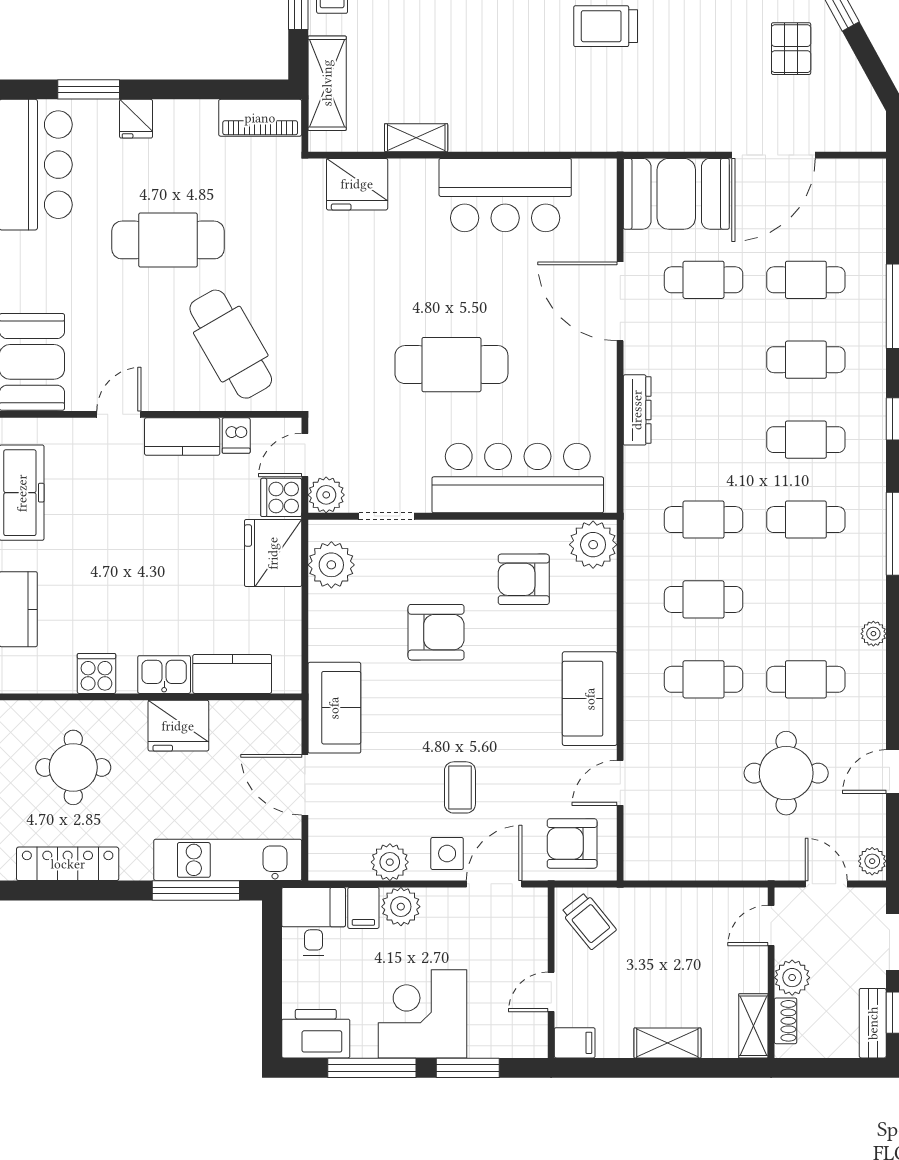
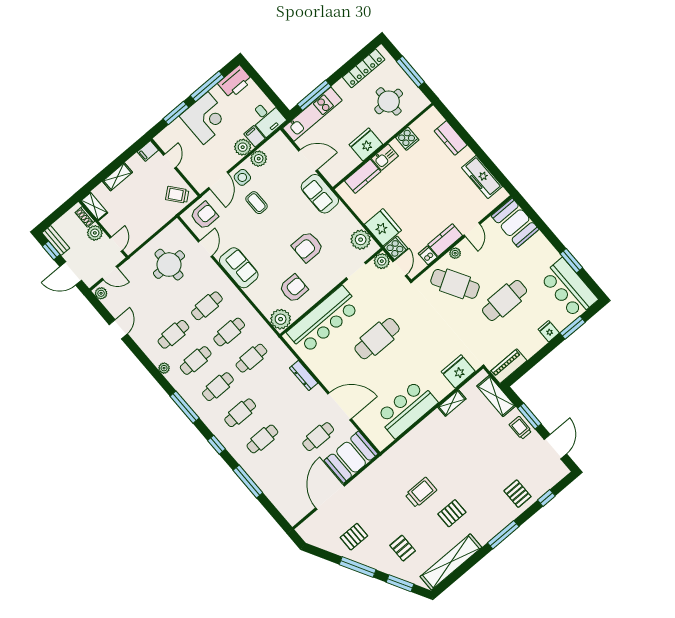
pallet: (791, 49) -> (354, 537), turned 90
cafe table: (806, 280) -> (196, 360), moved
plant: (184, 398) -> (455, 253), added
round table: (786, 773) -> (169, 265), moved

